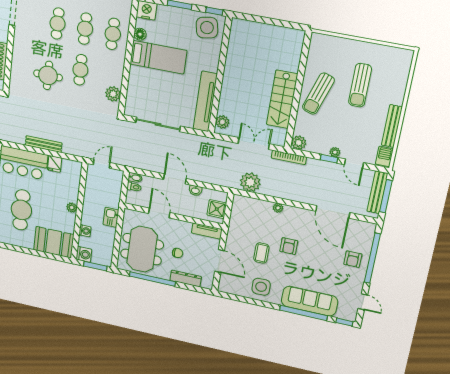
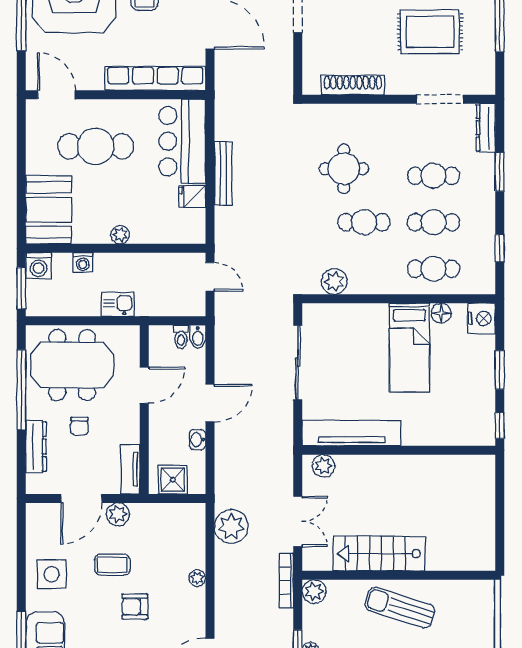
side table: (207, 28) -> (472, 418), removed
plant: (232, 243) -> (118, 514), added

